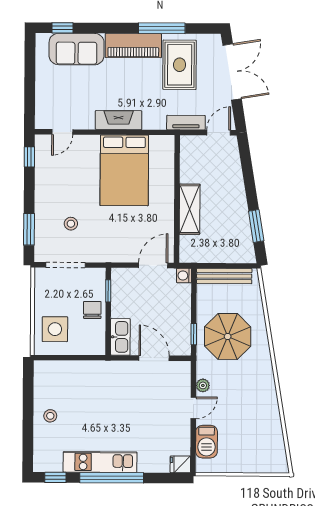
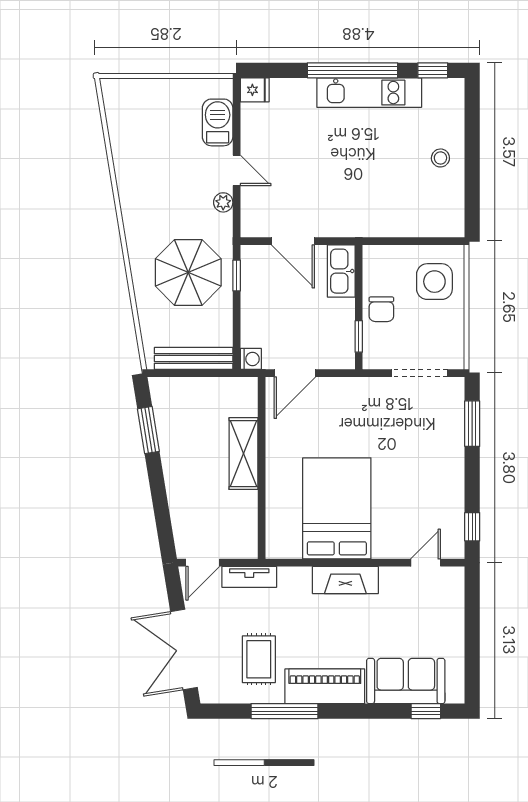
rug: (180, 65) -> (259, 659), width x0.73, depth x0.70
stool: (71, 224) -> (412, 432), removed
door: (193, 408) -> (237, 170), swing flipped

